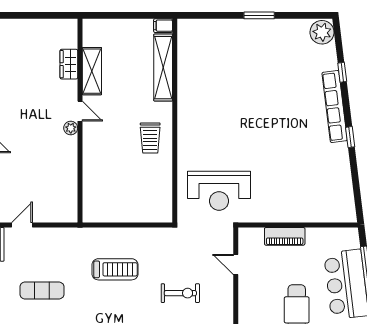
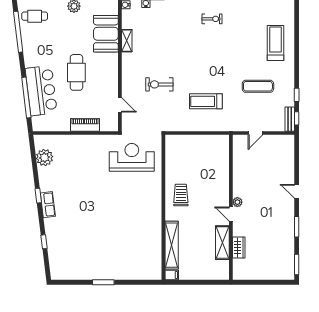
plant: (322, 32) -> (45, 158), moved
row of seats: (335, 107) -> (48, 205), width x0.50
door: (22, 225) -> (256, 133), moved

